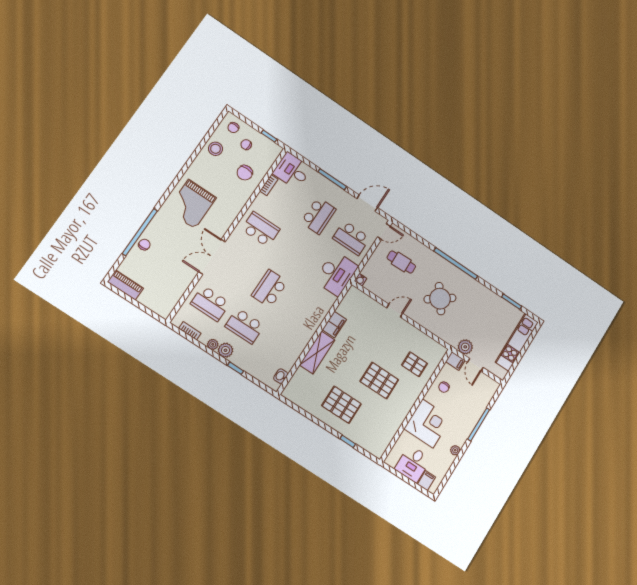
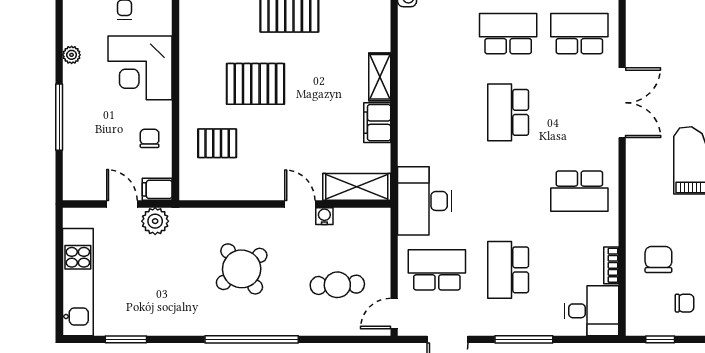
water cooler: (360, 280) -> (324, 216), moved
school desk: (270, 289) -> (508, 112), turned 180
shelving: (363, 301) -> (357, 187), added
door: (395, 311) -> (300, 204), swing flipped
shelving: (317, 352) -> (380, 77), width x0.67, depth x0.75

